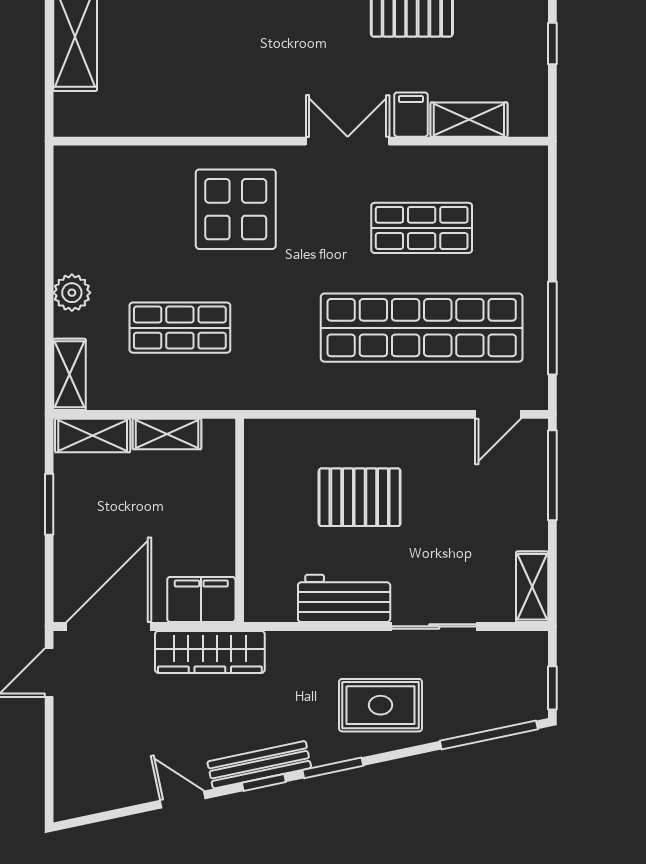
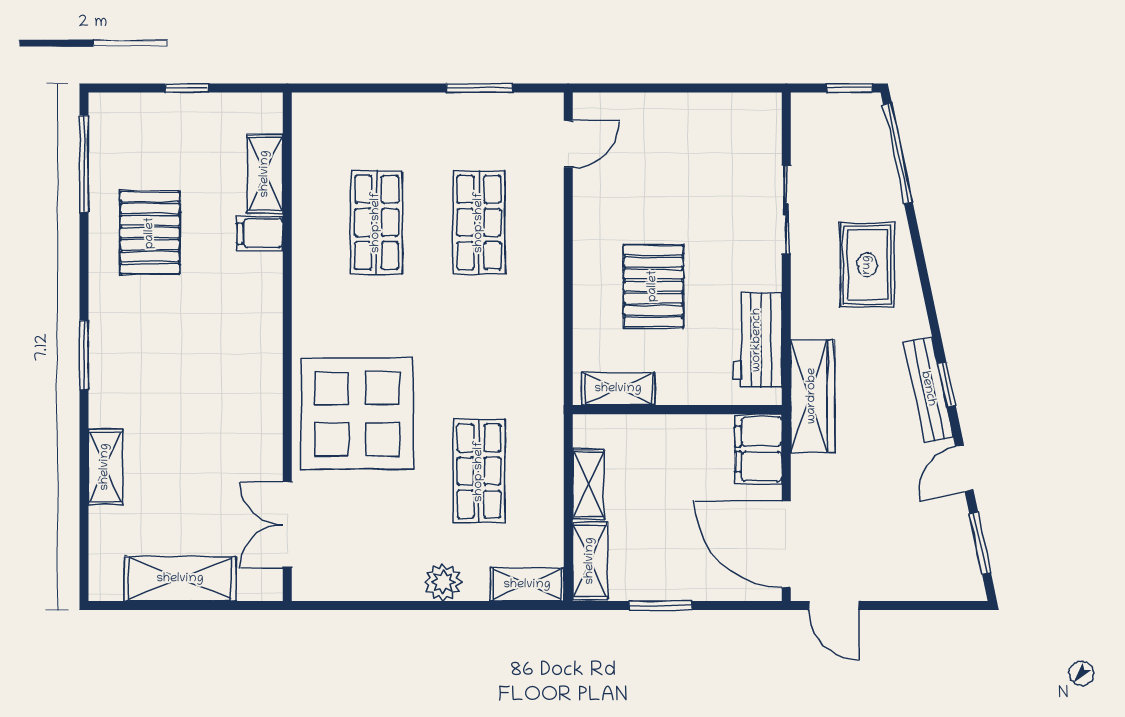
double door: (348, 141) -> (287, 525), moved
display table: (236, 209) -> (357, 414), width x1.36, depth x1.36
shop shelf: (422, 328) -> (479, 222), width x0.50, depth x0.74
window: (552, 328) -> (479, 88), width x0.69
door: (498, 414) -> (568, 144), hinge flipped
window: (552, 475) -> (631, 88), removed
shelving: (532, 587) -> (618, 389), moved
workbench: (344, 598) -> (757, 340), moved
wardrobe: (210, 652) -> (812, 396), moved
window: (333, 768) -> (980, 543), moved

